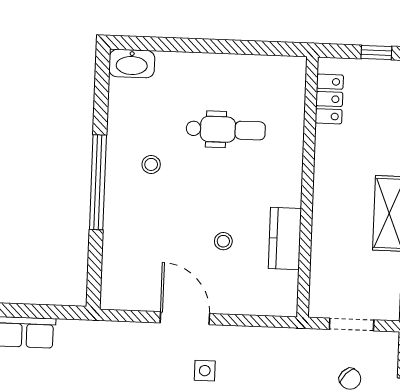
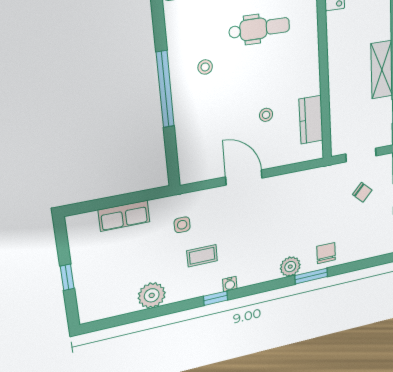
kitchen counter: (285, 239) -> (311, 120), moved
side table: (205, 371) -> (182, 225), moved

